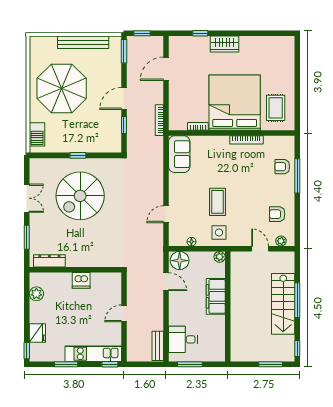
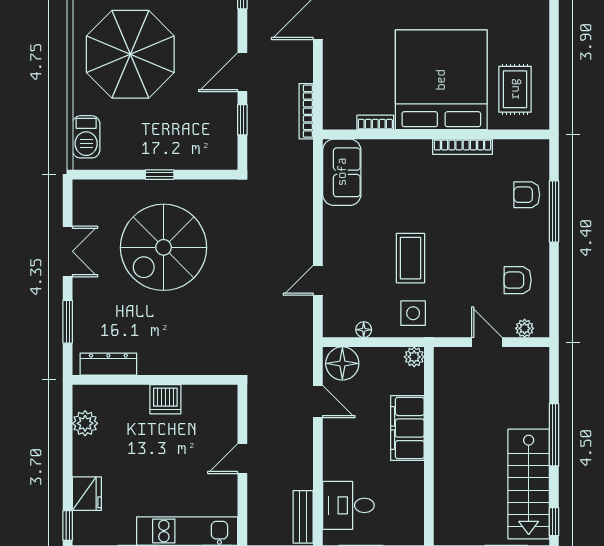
stairs: (283, 304) -> (529, 484), moved

